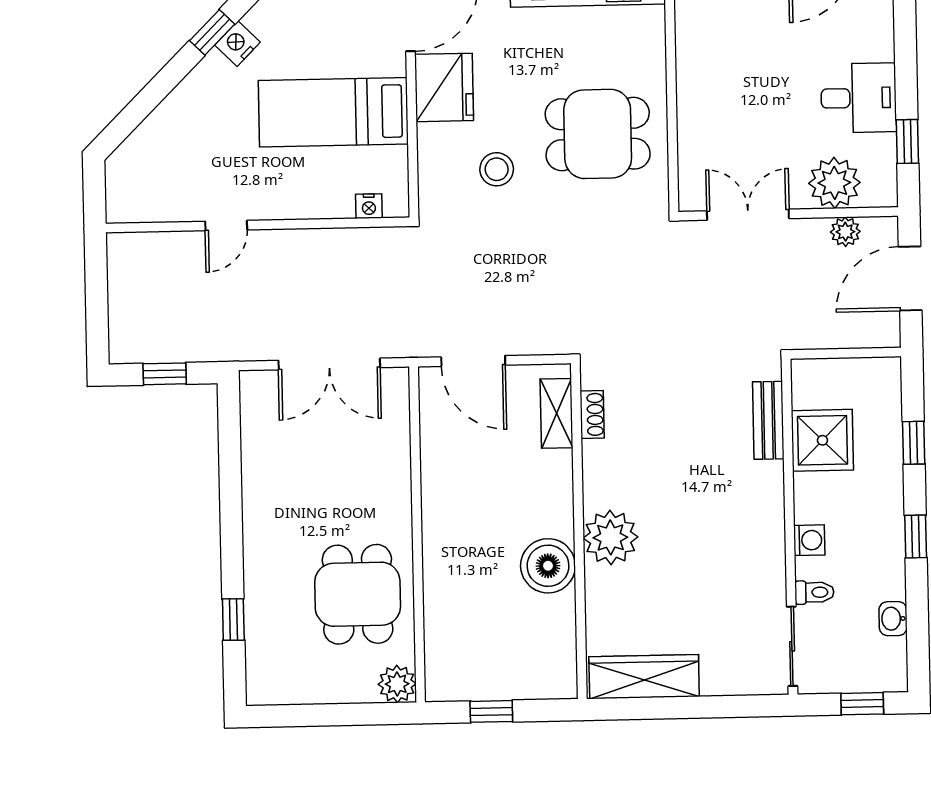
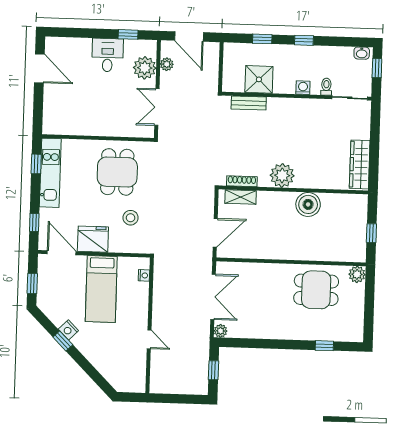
plant: (254, 385) -> (221, 331), added
shoe rack: (592, 415) -> (242, 181), width x1.43
plant: (610, 537) -> (282, 175), moved
washbasin: (893, 619) -> (362, 53), moved

